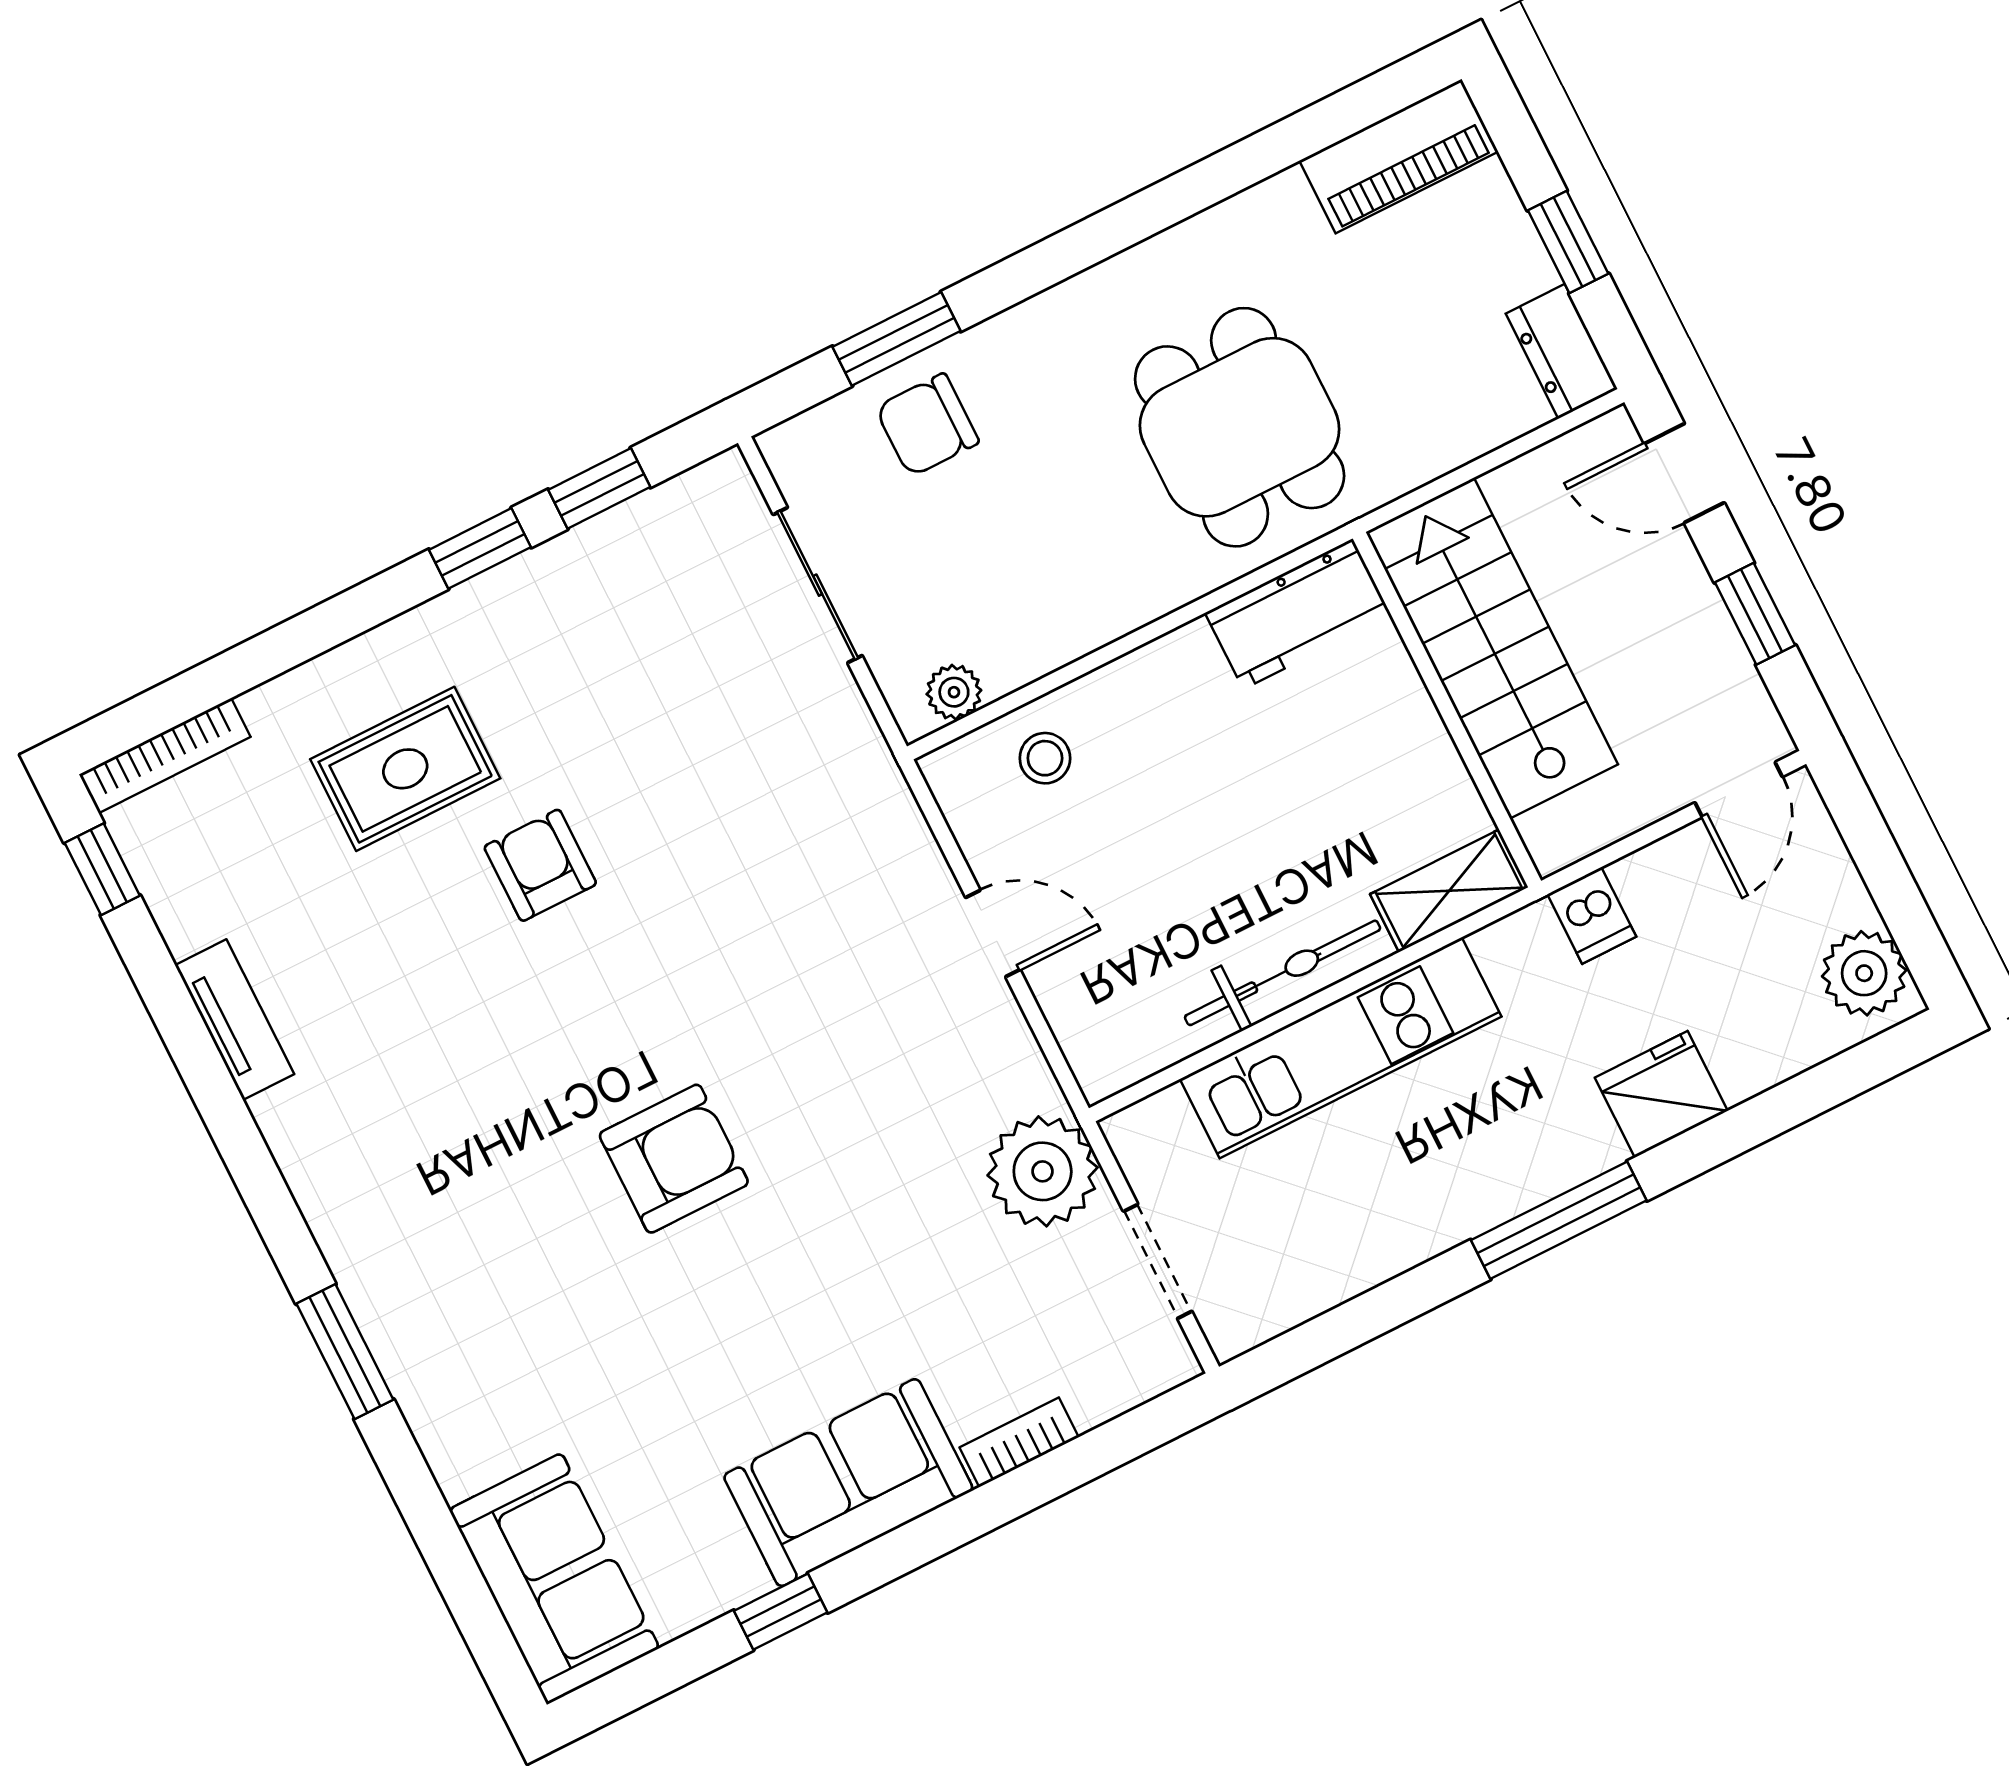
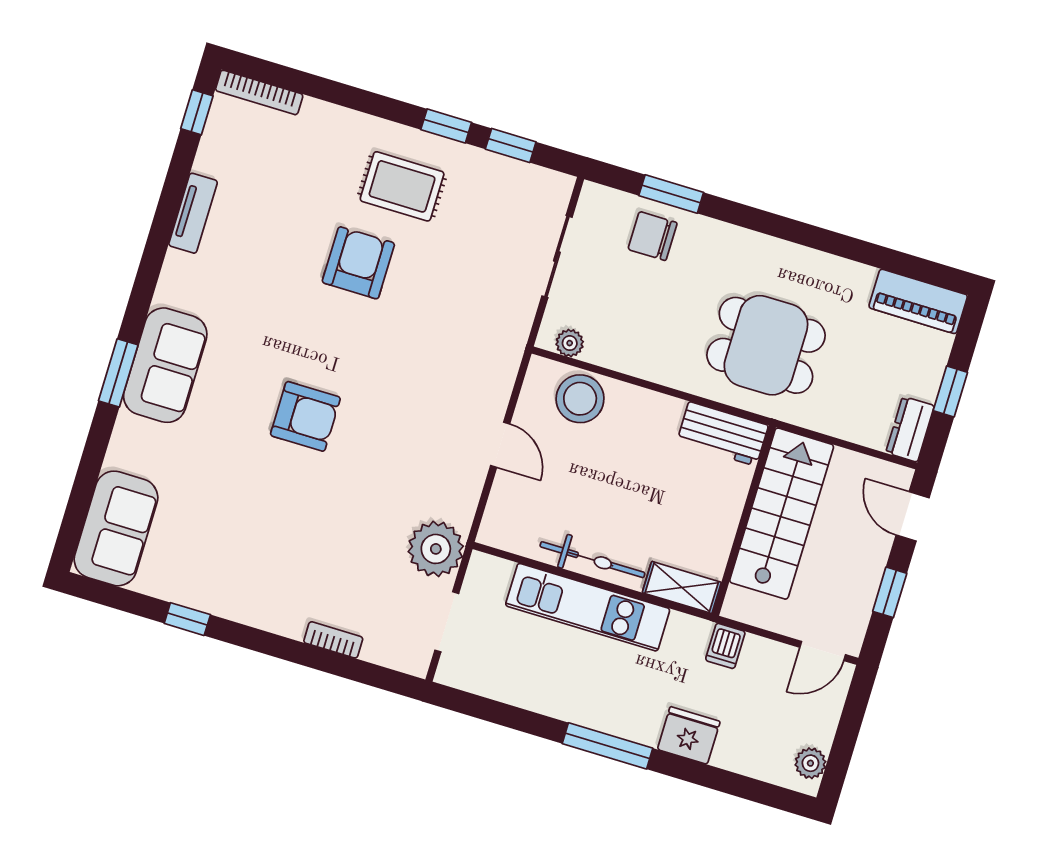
dining table: (1240, 427) -> (766, 345), turned 90
stool: (1045, 758) -> (580, 399), width x1.89, depth x1.89
rug: (405, 769) -> (402, 186), moved
armchair: (540, 865) -> (358, 263), width x1.38, depth x1.38
plant: (1864, 973) -> (810, 763), width x0.73, depth x0.73
sofa: (848, 1483) -> (165, 365), moved, turned 90

